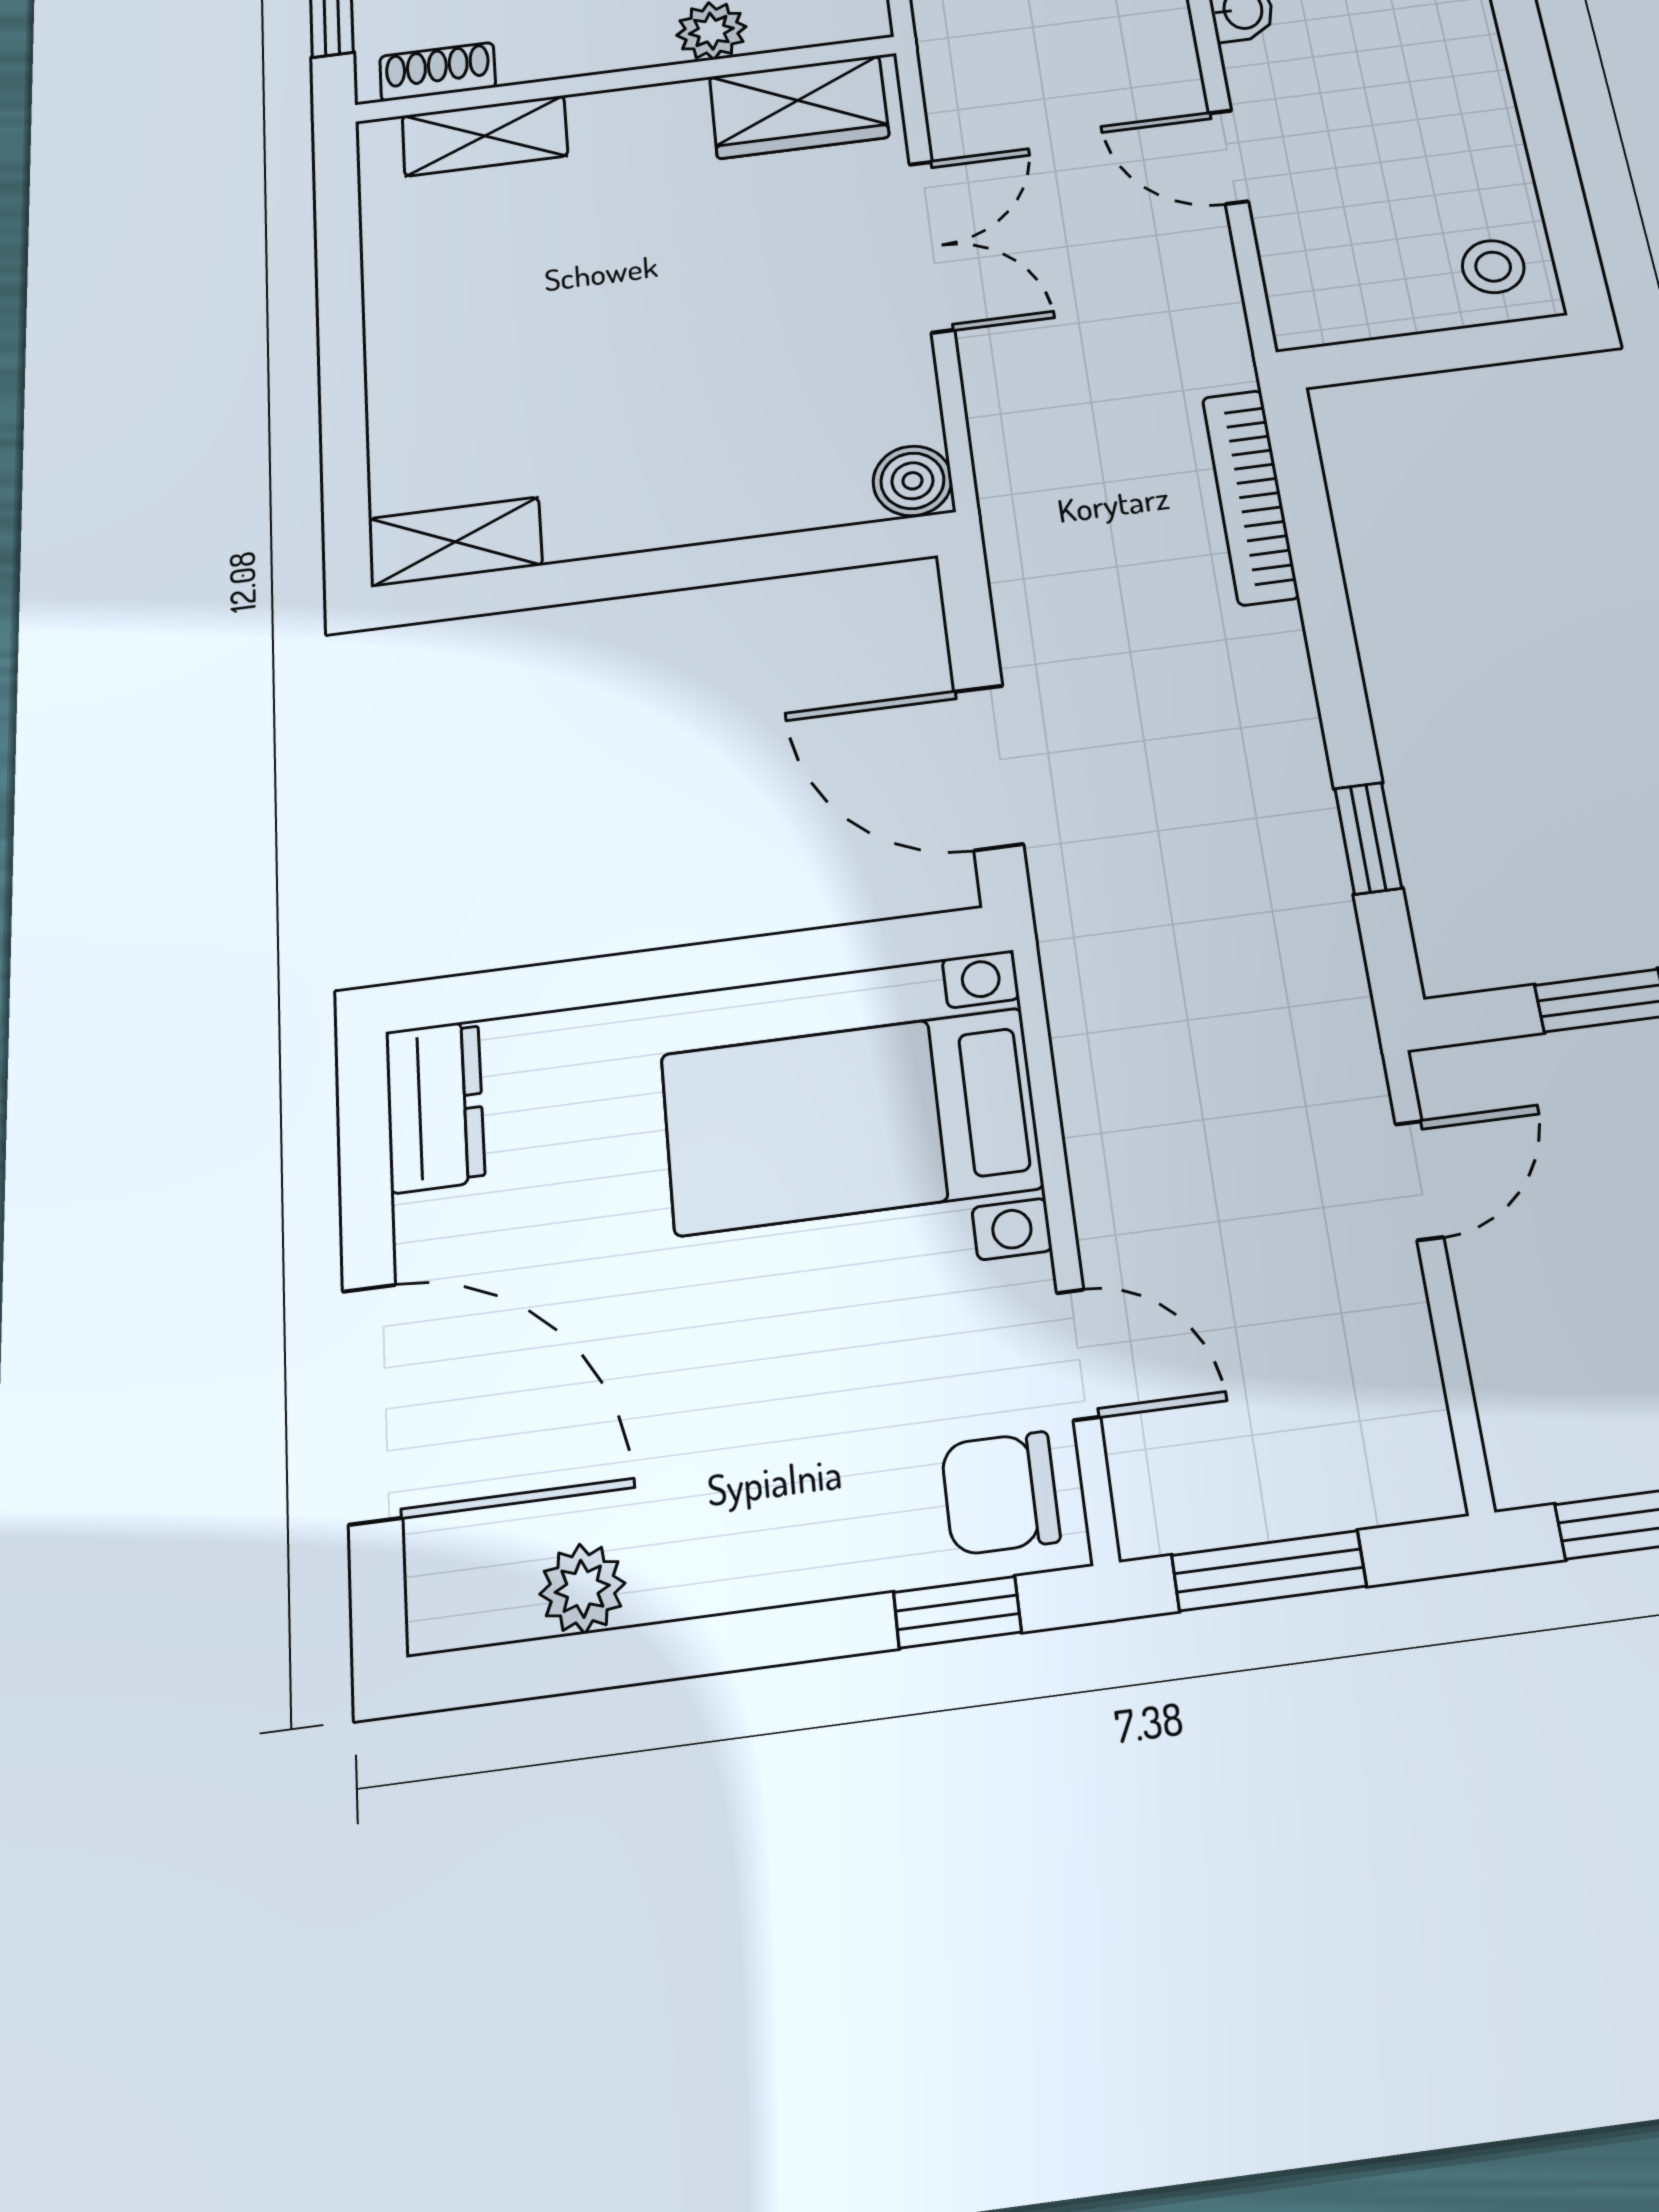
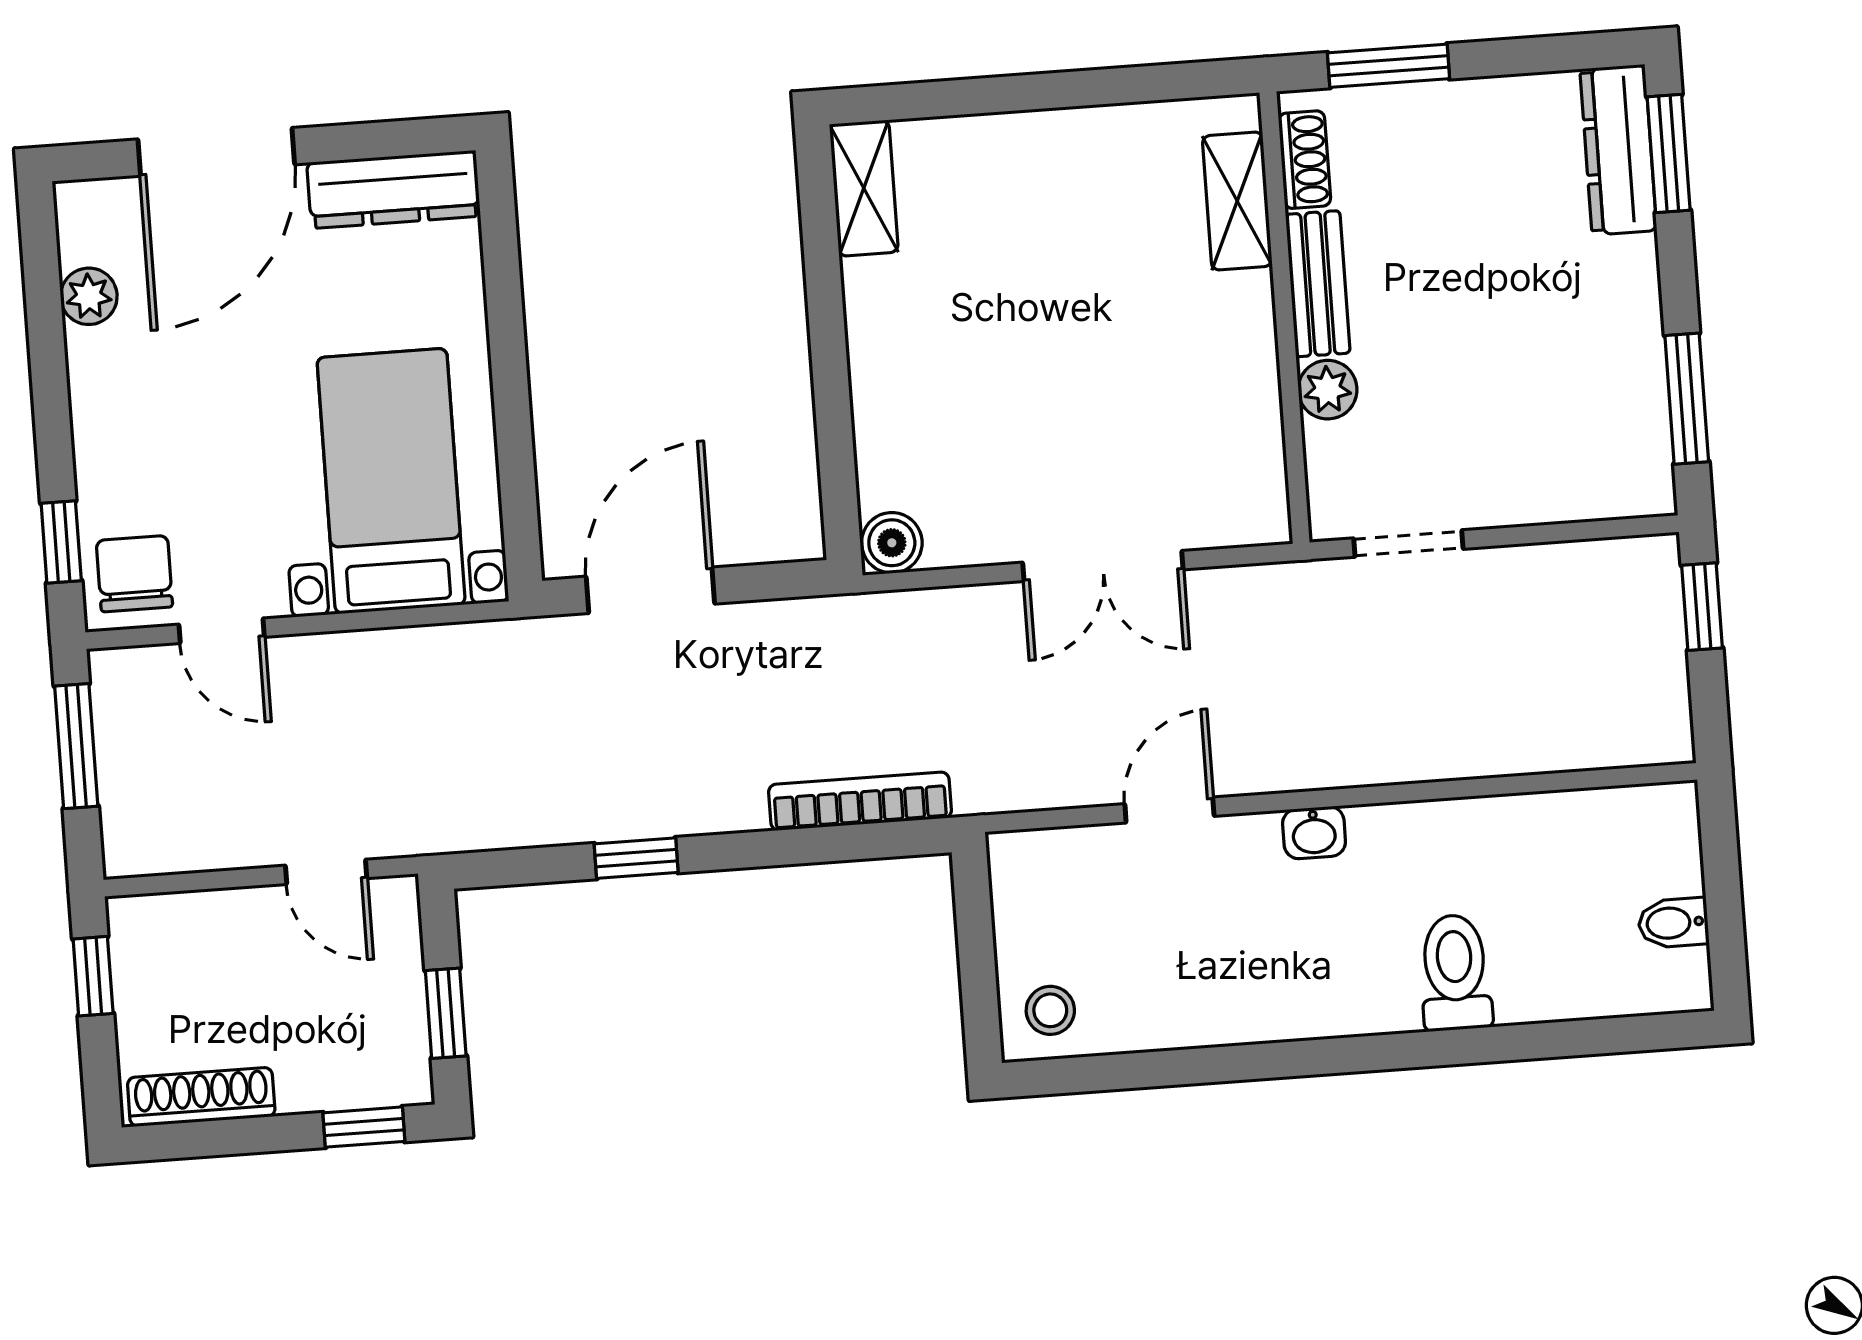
bench: (585, 49) -> (1318, 284), added
wardrobe: (799, 107) -> (1246, 462), removed
window: (1368, 838) -> (636, 858), moved
dresser: (435, 1106) -> (394, 189), width x1.44
door: (1078, 1354) -> (222, 631), hinge flipped

